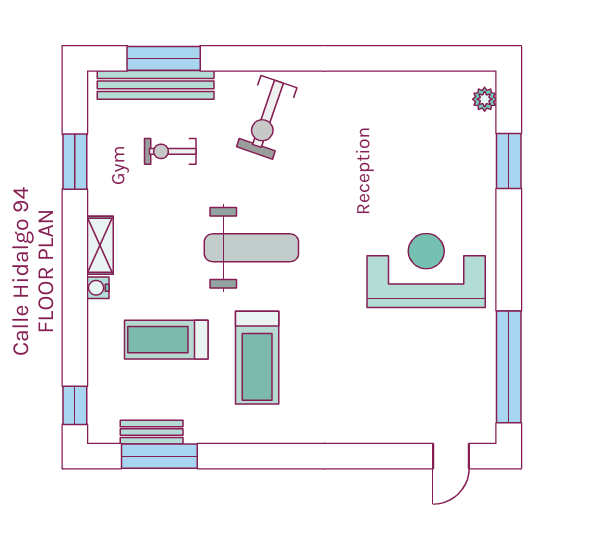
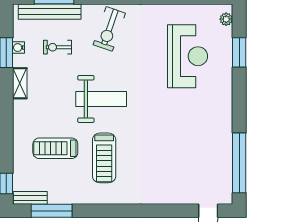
shelving: (100, 245) -> (20, 83), moved
reception desk: (426, 270) -> (188, 56), moved, turned 90
water cooler: (98, 288) -> (19, 48), moved
bench: (152, 432) -> (30, 198), moved

